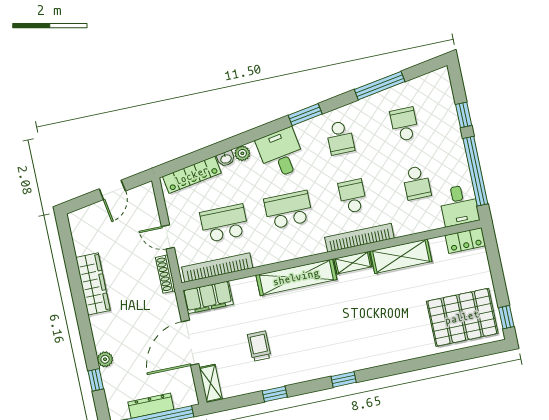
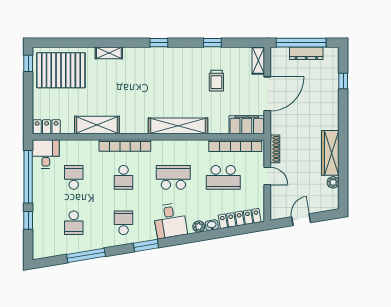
school desk: (288, 210) -> (173, 177), turned 180
shelving: (353, 263) -> (109, 53), moved
plant: (105, 359) -> (333, 182), moved

